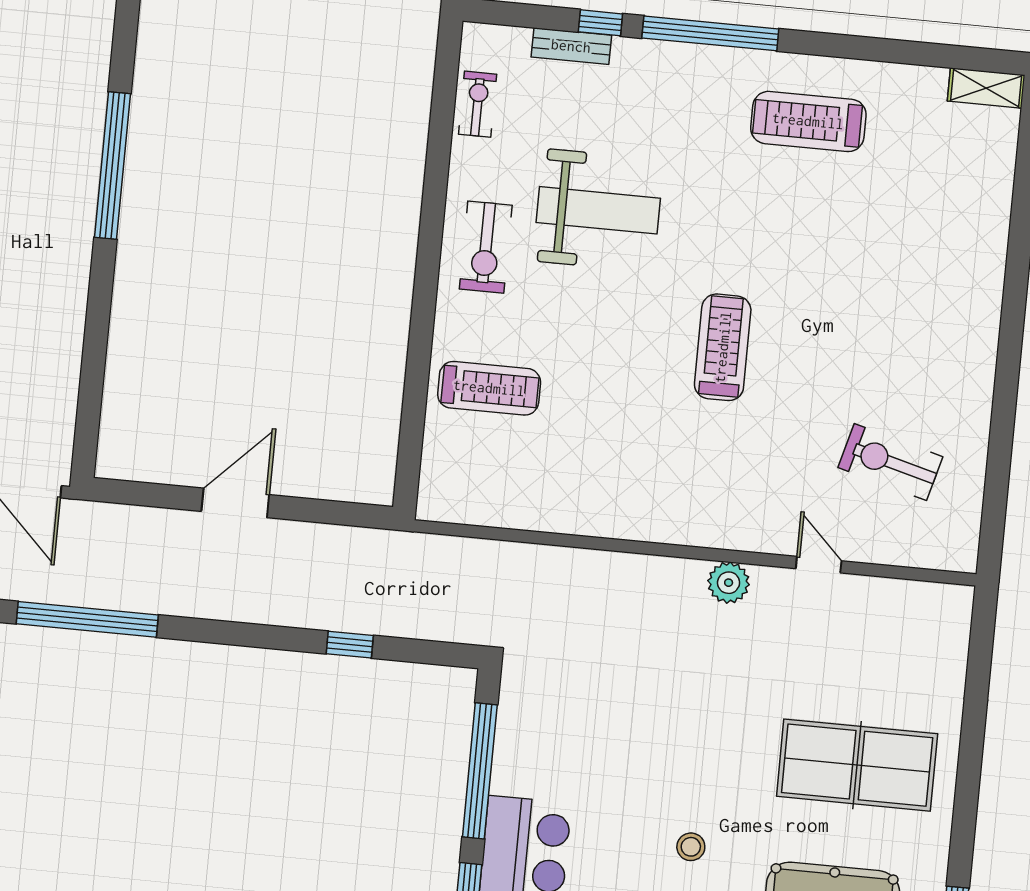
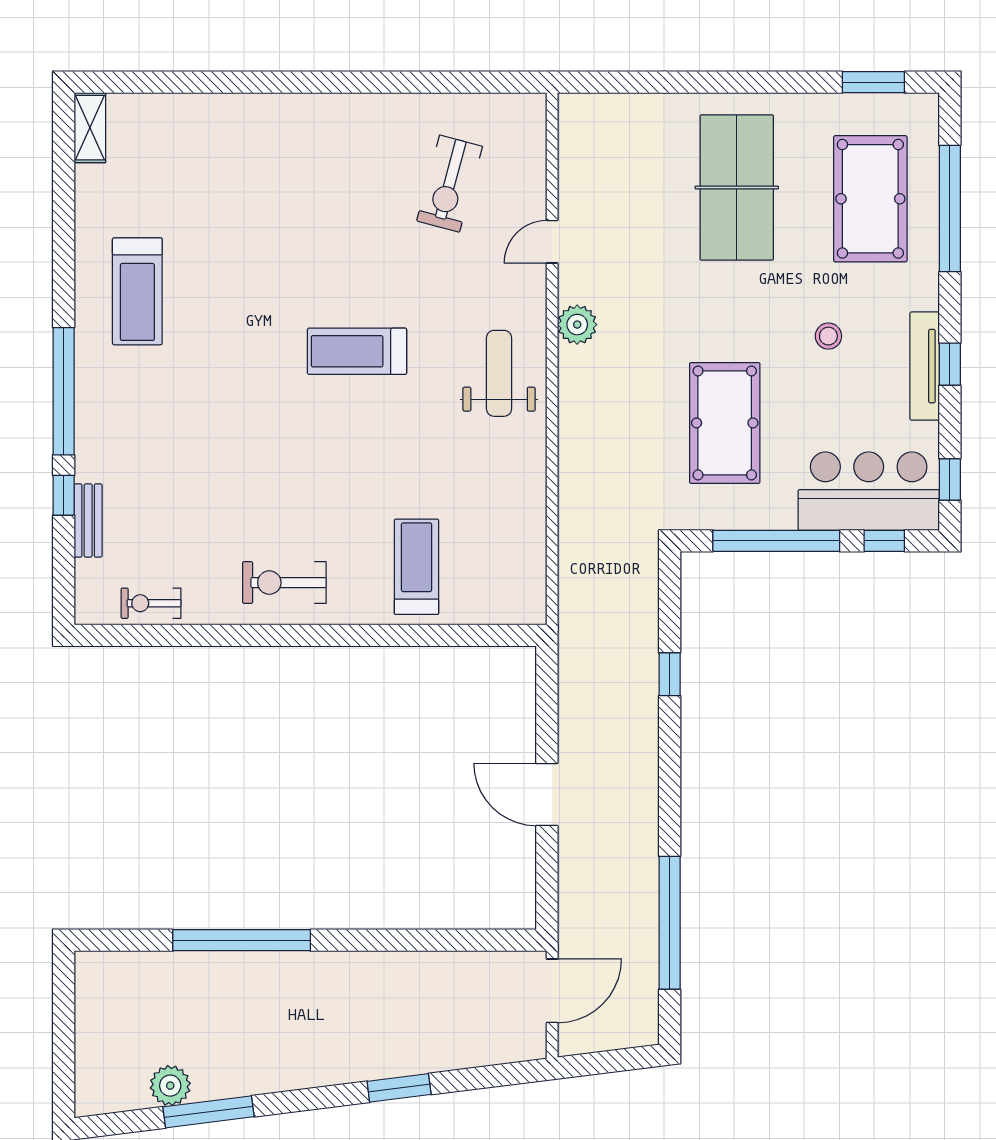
weight bench: (598, 210) -> (499, 373), moved, width x0.73, depth x0.75
exercise bike: (486, 247) -> (284, 583), turned 180
pool table: (610, 728) -> (725, 423), added

